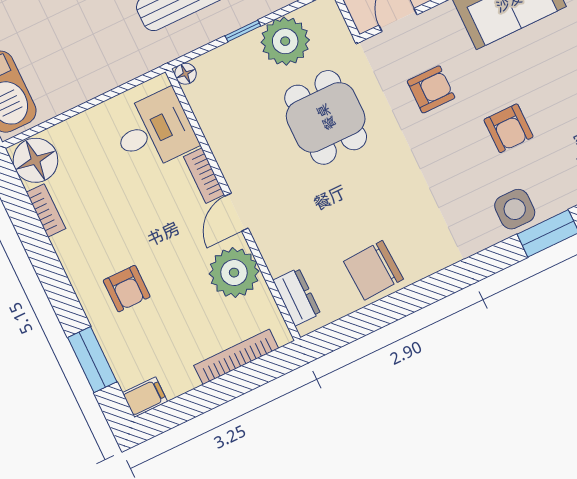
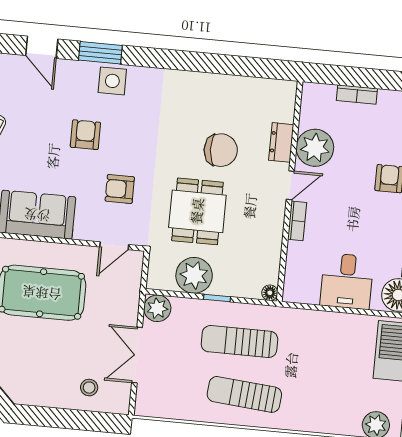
desk: (154, 131) -> (347, 281), moved, turned -90
chair: (373, 270) -> (221, 150), moved
dresser: (297, 297) -> (281, 142), moved
bookcase: (236, 357) -> (357, 94), width x0.64

